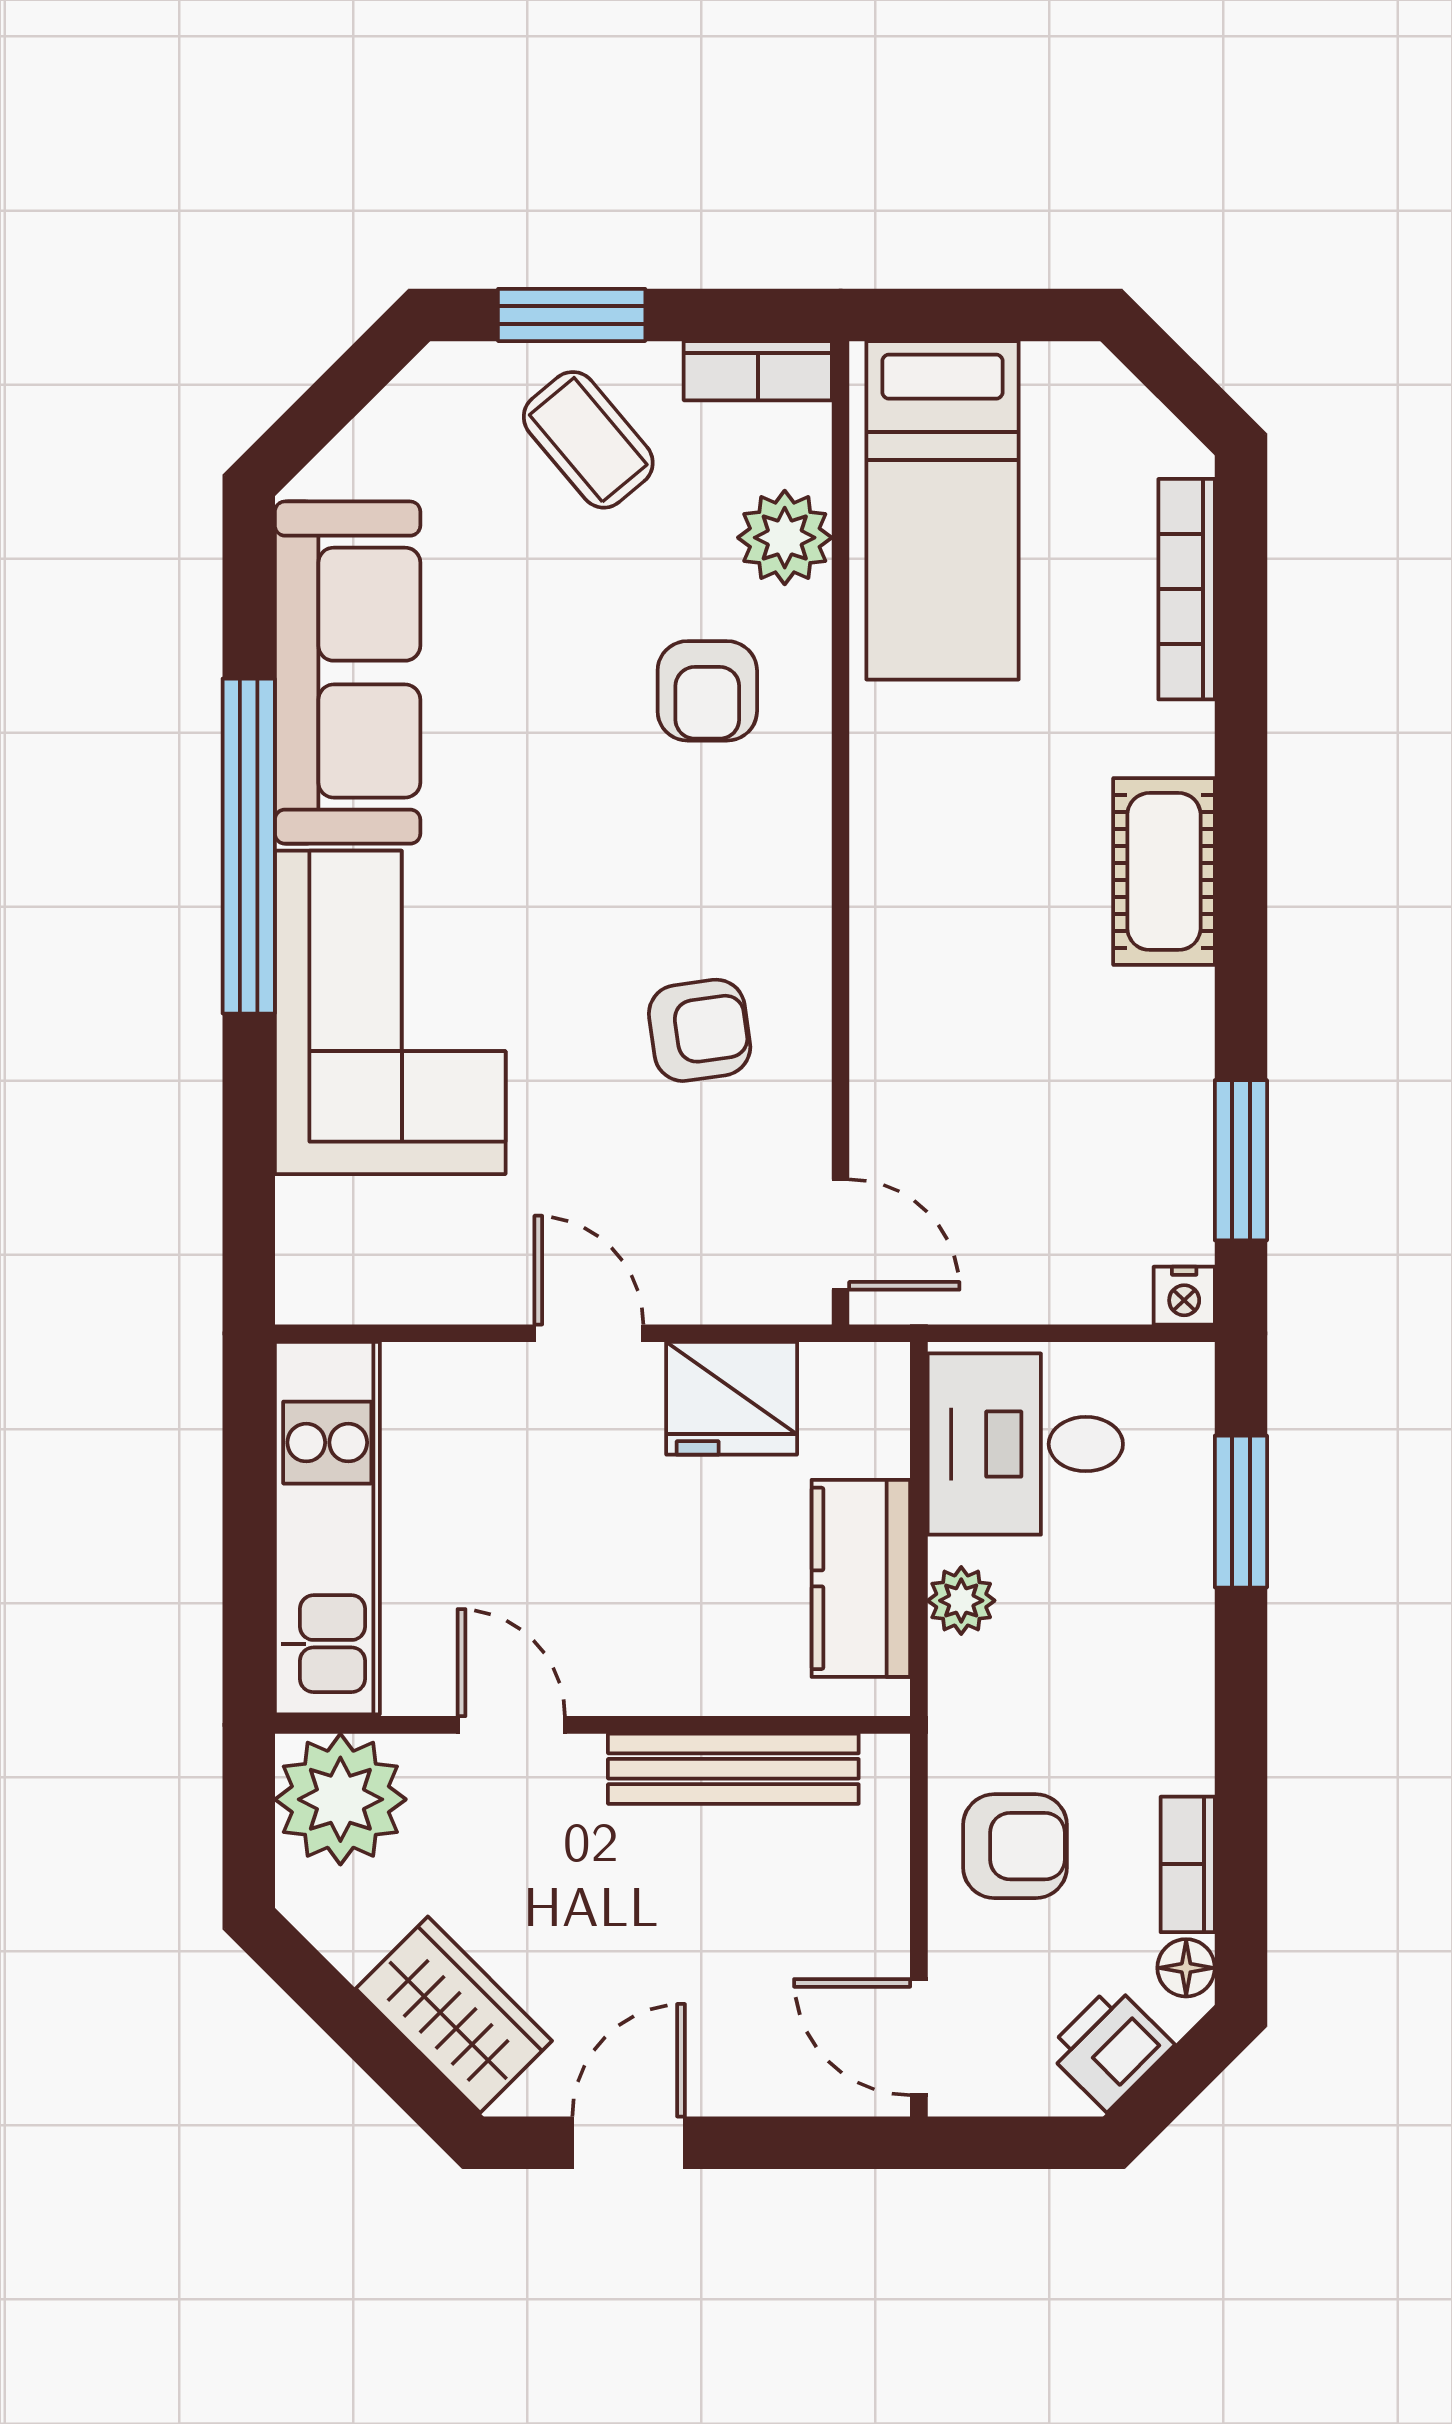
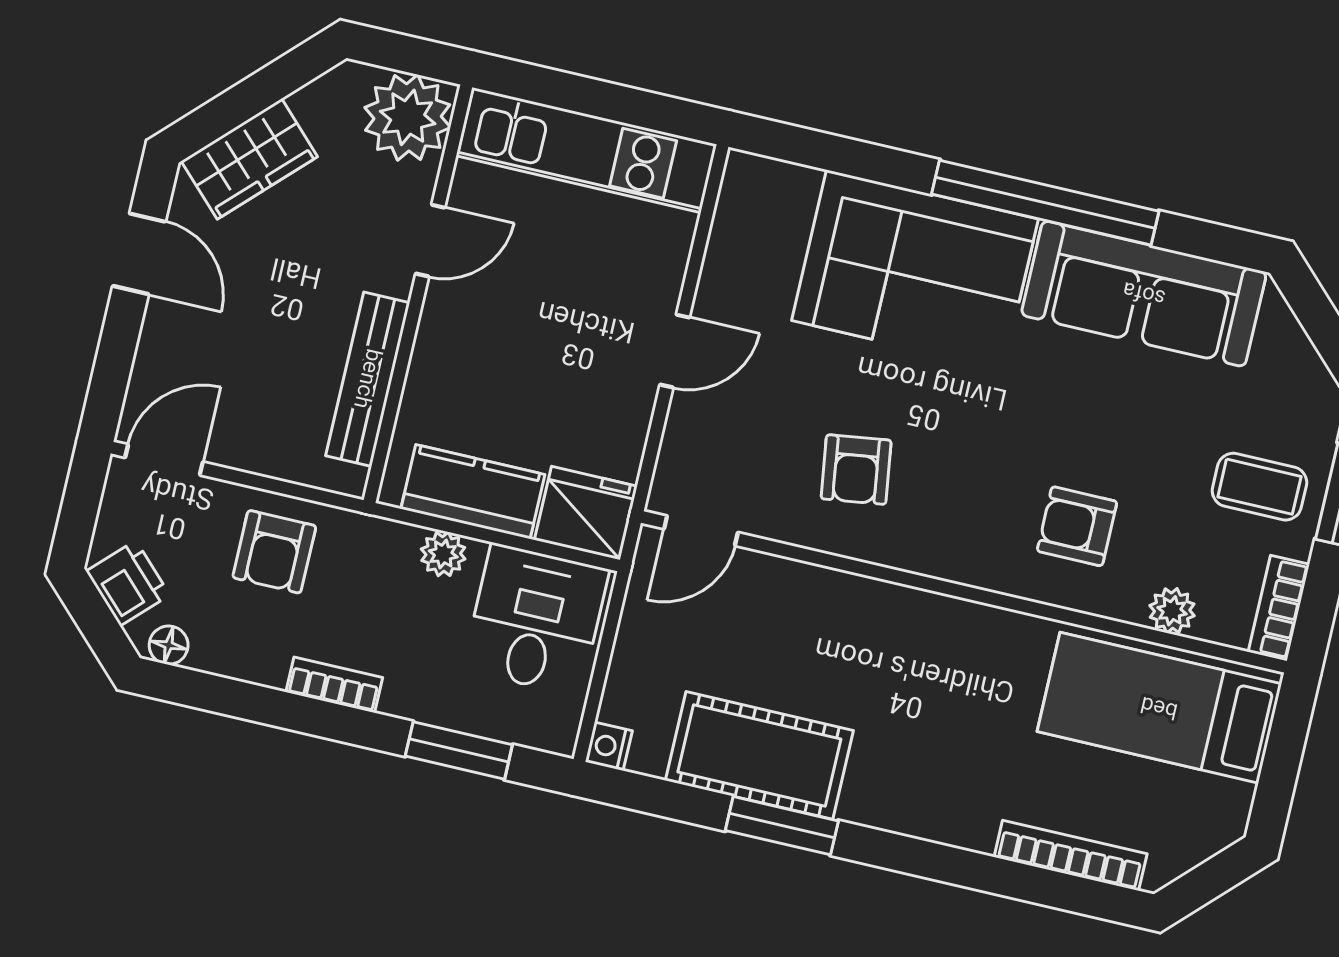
coffee table: (588, 440) -> (1259, 487), turned 40
plant: (785, 538) -> (1172, 611), width x0.73, depth x0.73
cot: (1164, 871) -> (759, 755), moved, width x1.37, depth x1.34
window: (1241, 1160) -> (782, 826), moved
fridge: (732, 1398) -> (586, 513), moved, turned 90
bookcase: (1188, 1864) -> (334, 685), moved

